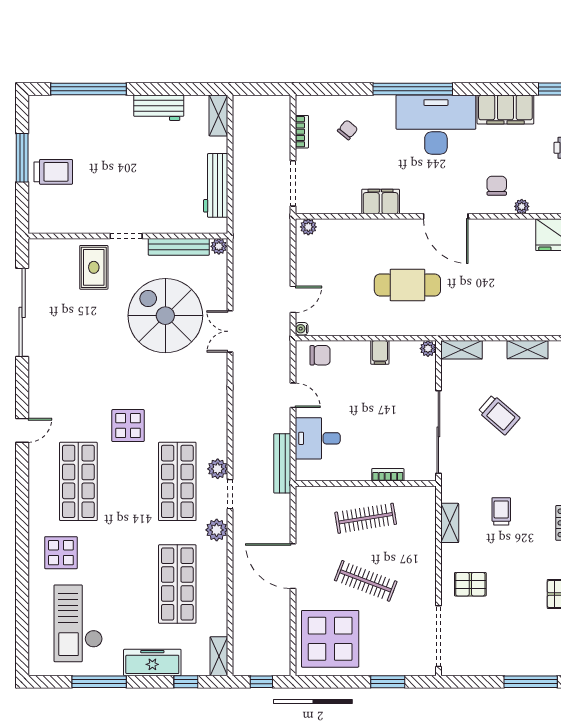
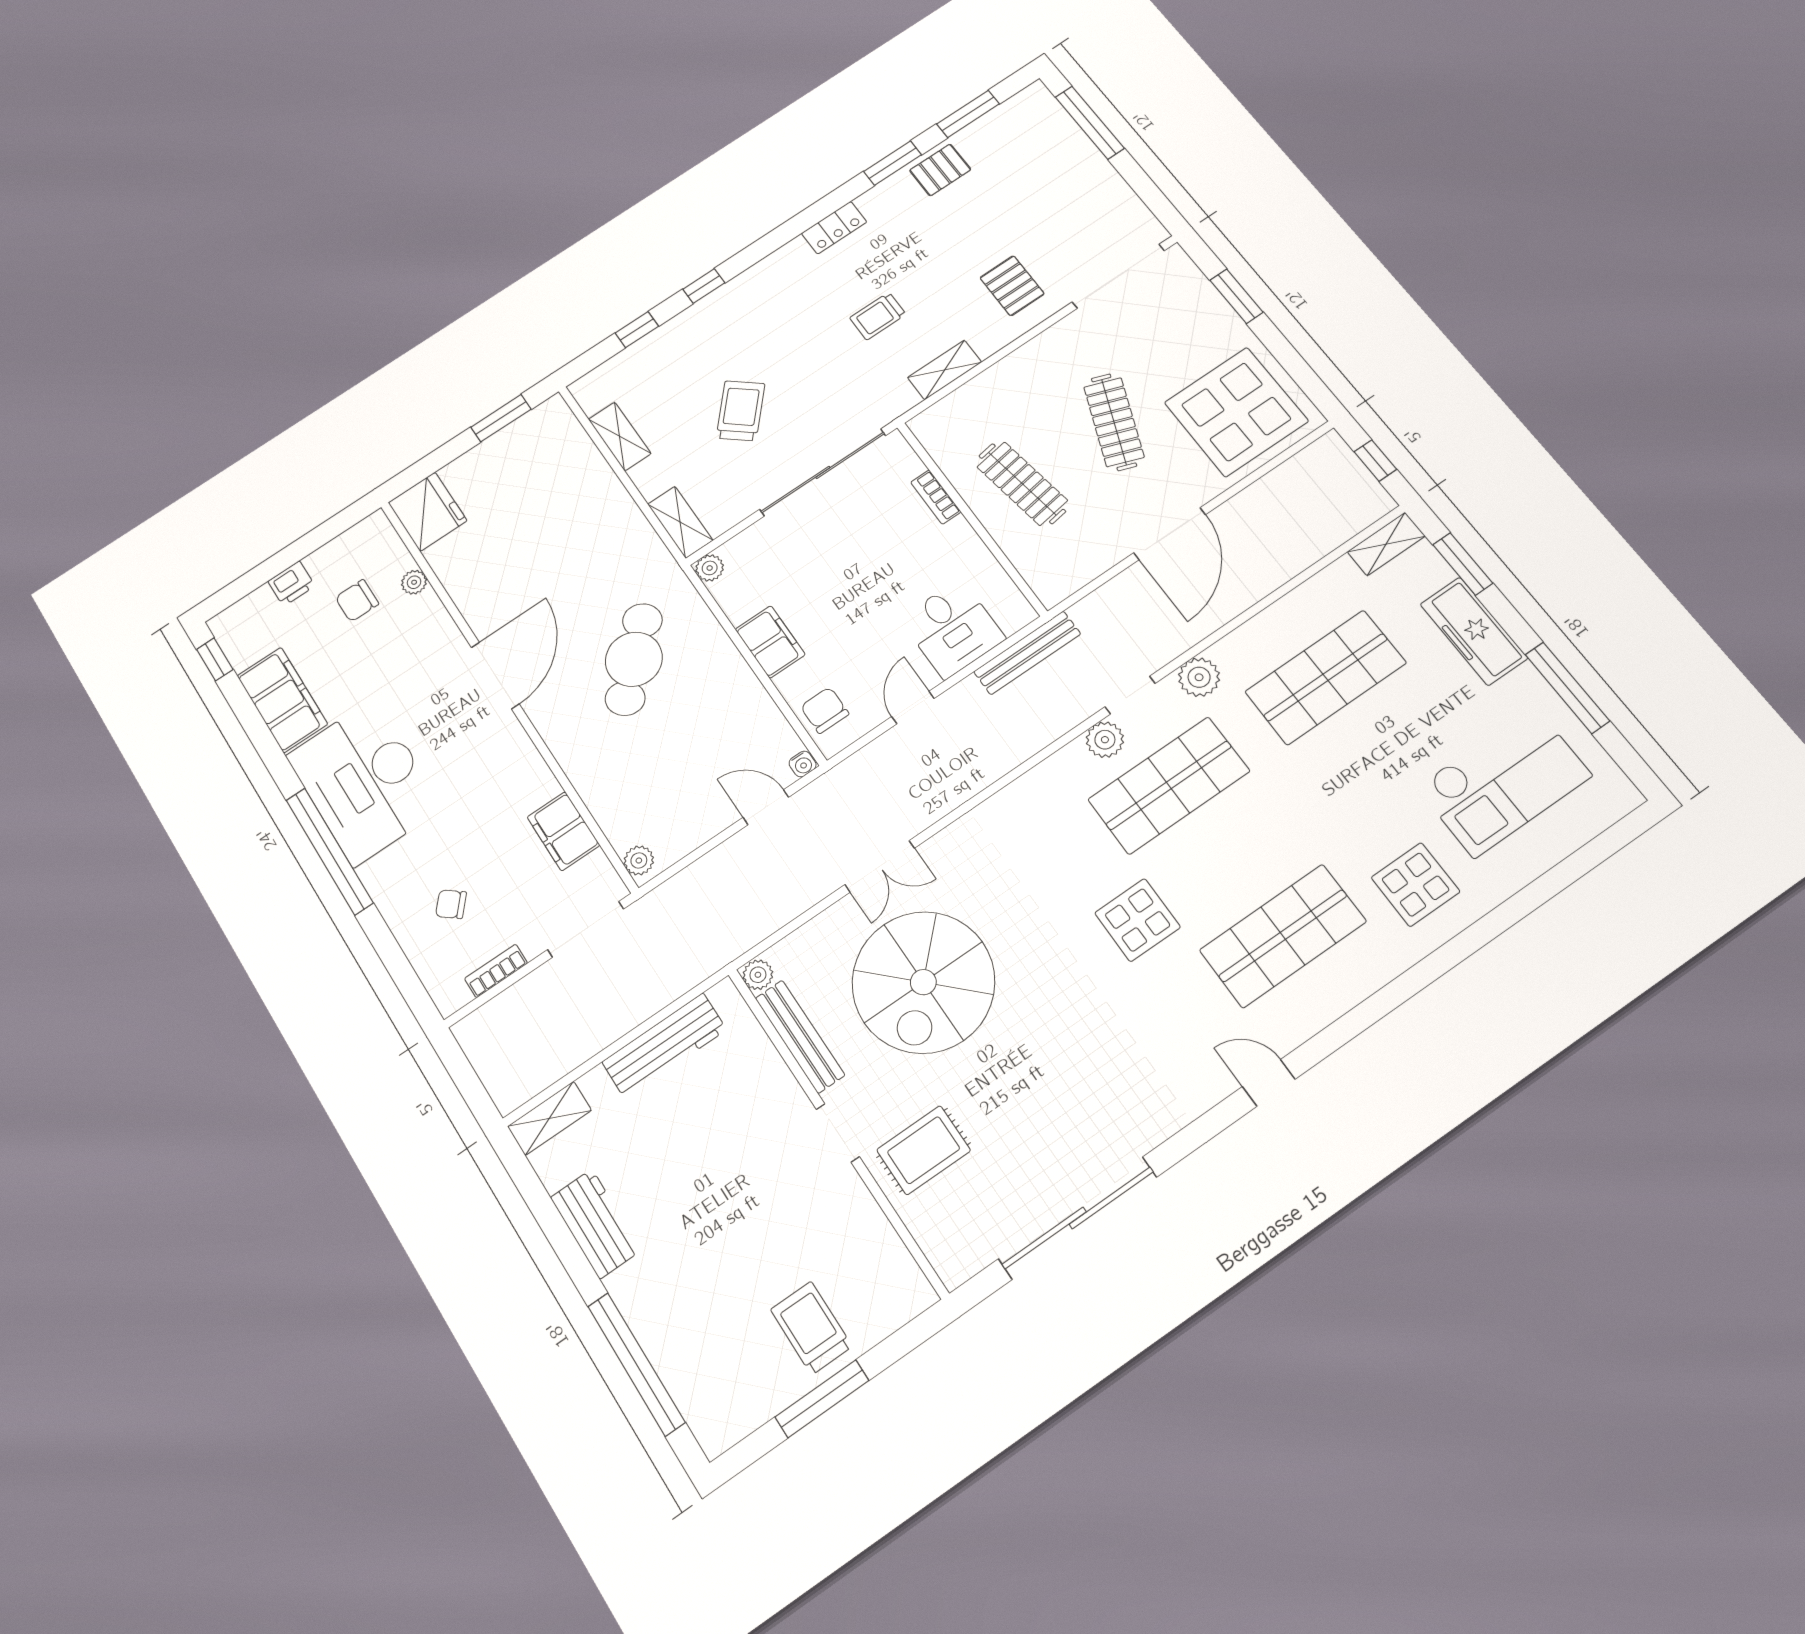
chair: (497, 186) -> (357, 601), moved
filing cabinet: (381, 201) -> (563, 831), moved
cafe table: (407, 285) -> (634, 659), turned 44
filing cabinet: (380, 352) -> (770, 642), width x2.00
window: (186, 682) -> (1463, 564), width x1.50

